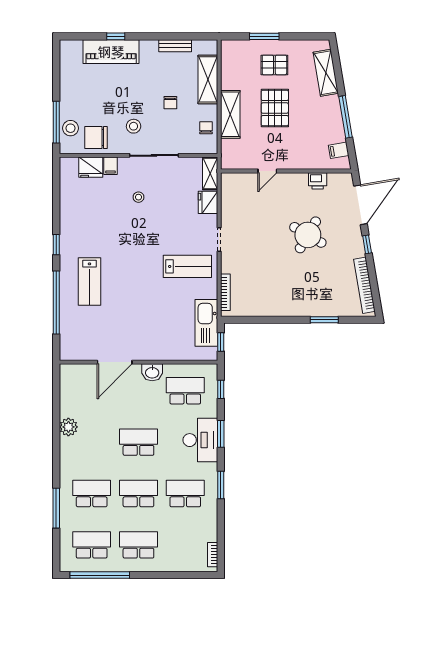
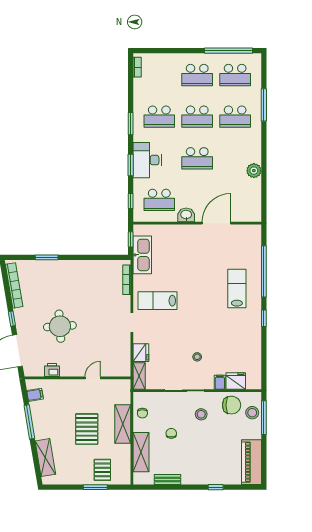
piano: (111, 52) -> (251, 462), moved, turned -90
pallet: (274, 65) -> (102, 470), moved, turned 90
round table: (308, 235) -> (60, 326), turned -34

